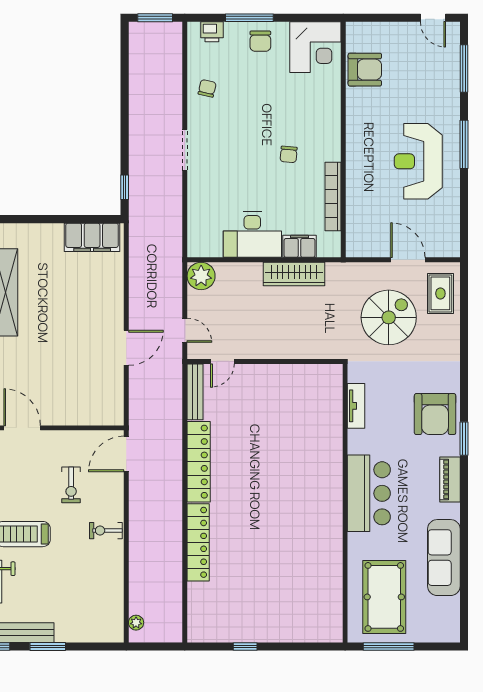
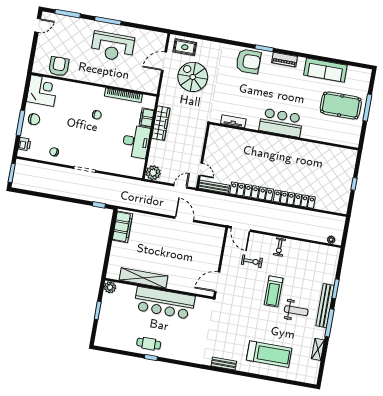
tv unit: (356, 406) -> (233, 121), moved
bar counter: (369, 493) -> (281, 123), moved
wall: (345, 503) -> (284, 136), moved

